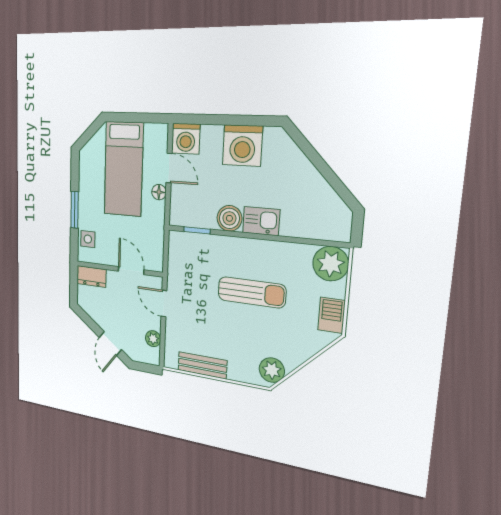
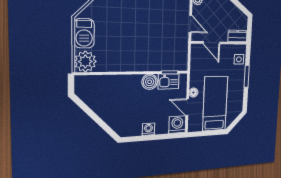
washing machine: (242, 146) -> (148, 129), width x0.53, depth x0.53
kitchen sink: (261, 221) -> (169, 81), moved
sun lounger: (252, 292) -> (134, 38), removed
barbecue: (331, 315) -> (84, 33), width x1.38, depth x1.27

